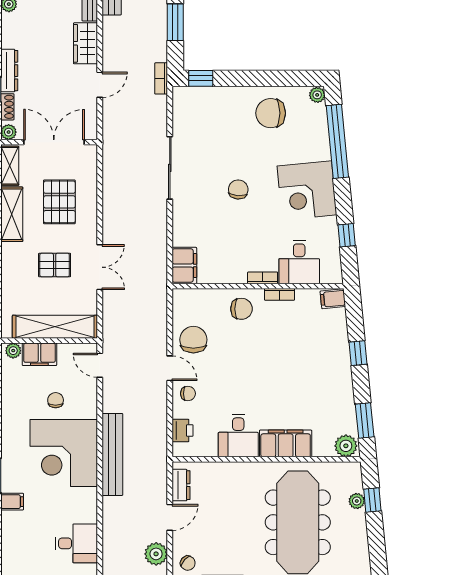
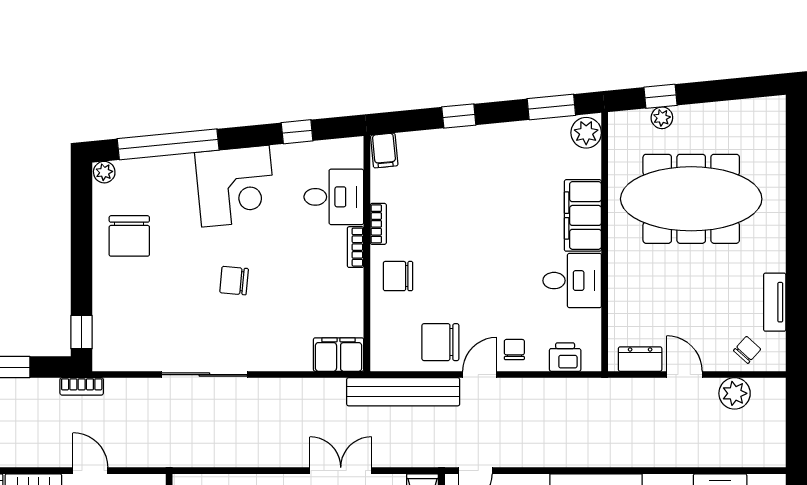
chair: (241, 309) -> (398, 276), turned -90
bench: (112, 454) -> (403, 392), moved

